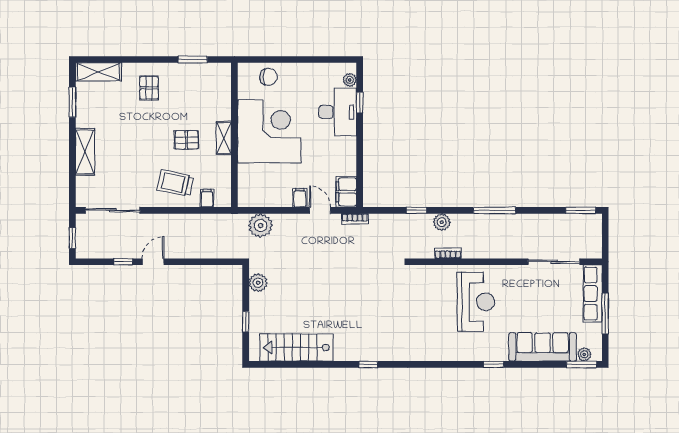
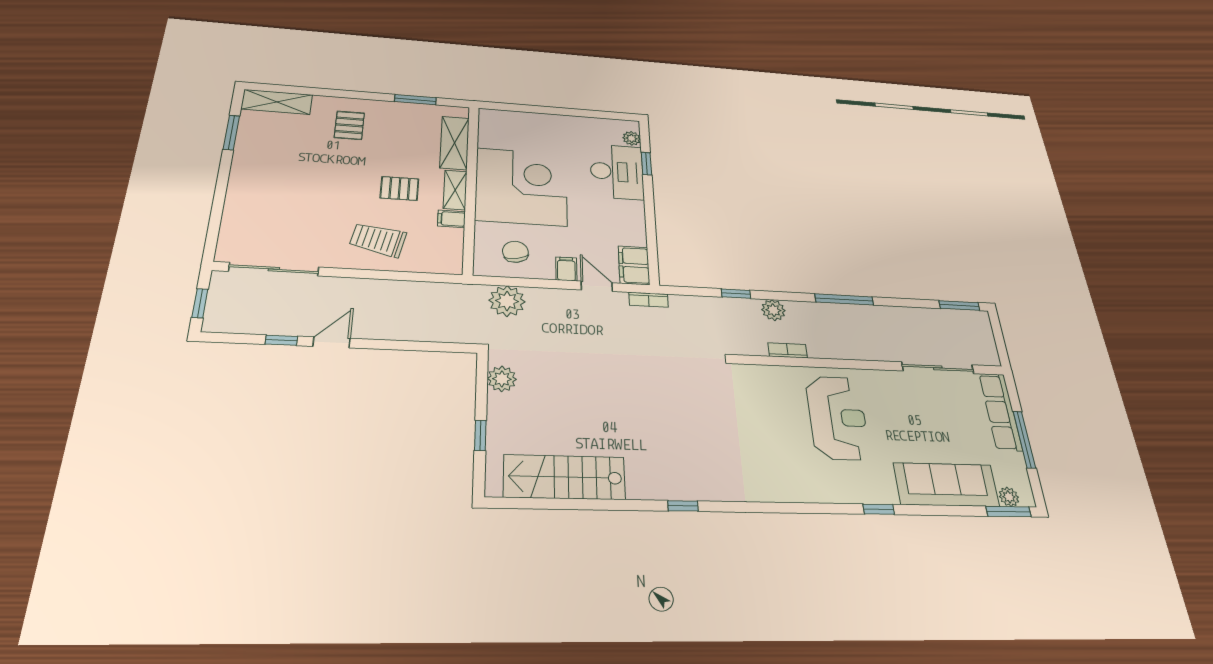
chair: (269, 77) -> (515, 252), moved, turned -101
shelving: (85, 152) -> (455, 143), moved
filing cabinet: (207, 198) -> (451, 219), moved, turned -90

